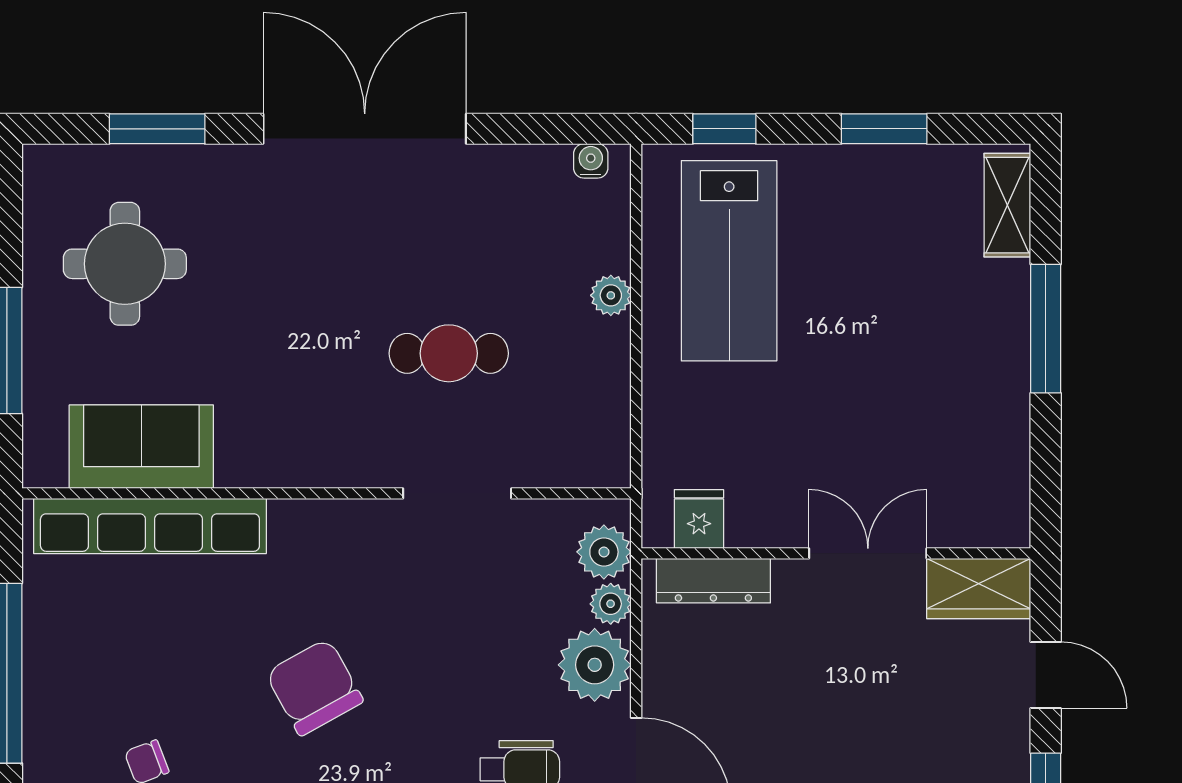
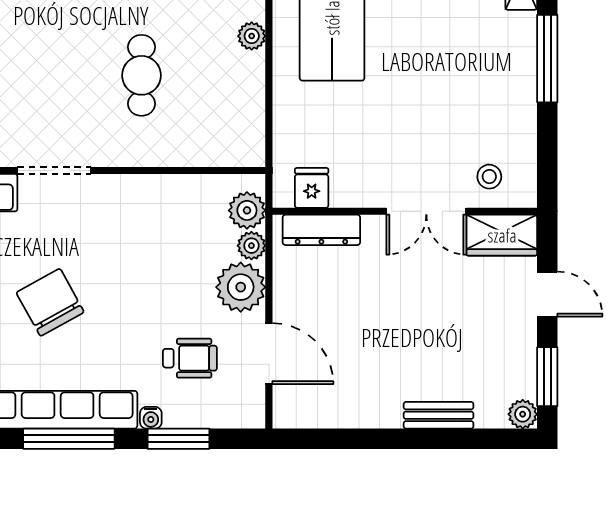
cafe table: (449, 353) -> (141, 75), turned 90
doorway: (457, 493) -> (54, 171), moved
stool: (960, 502) -> (489, 177), added
double door: (868, 553) -> (426, 211), swing flipped

